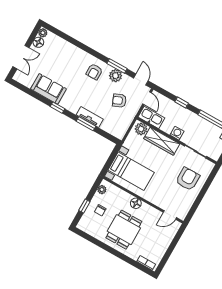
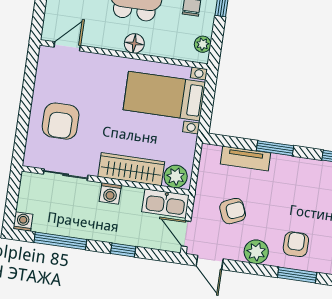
window: (117, 66) -> (297, 275), moved
tv unit: (90, 117) -> (245, 158), moved

